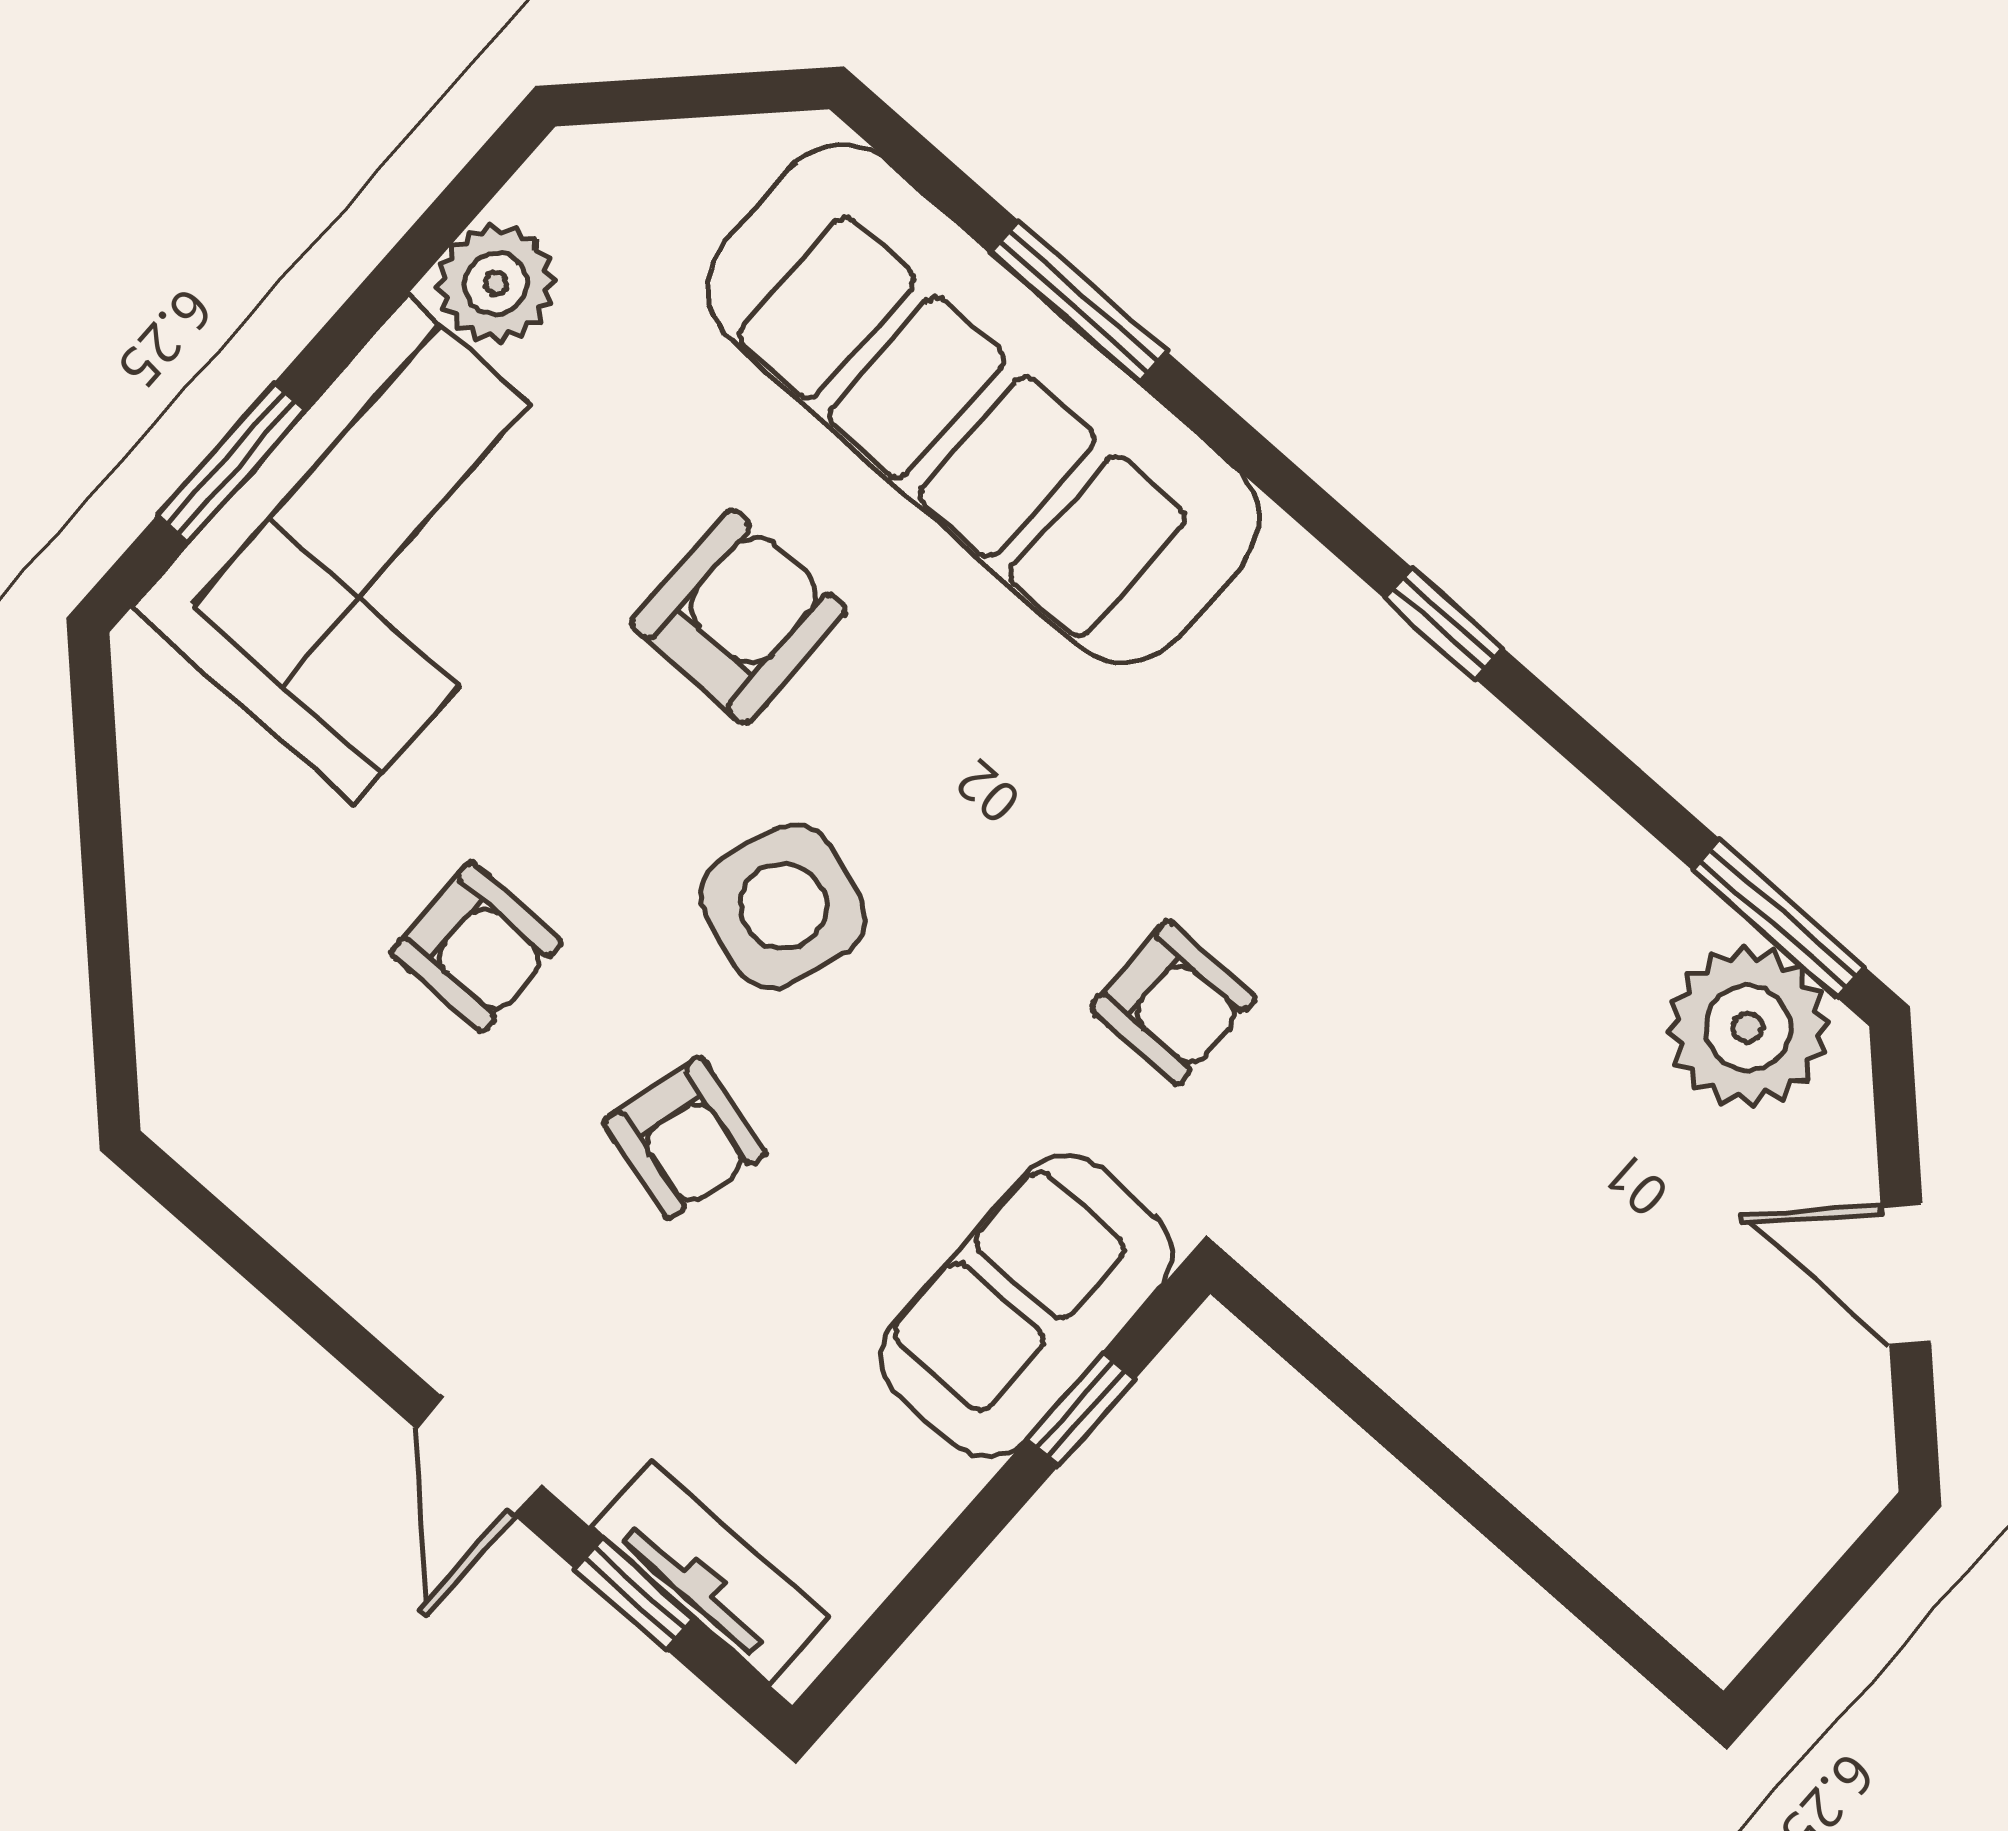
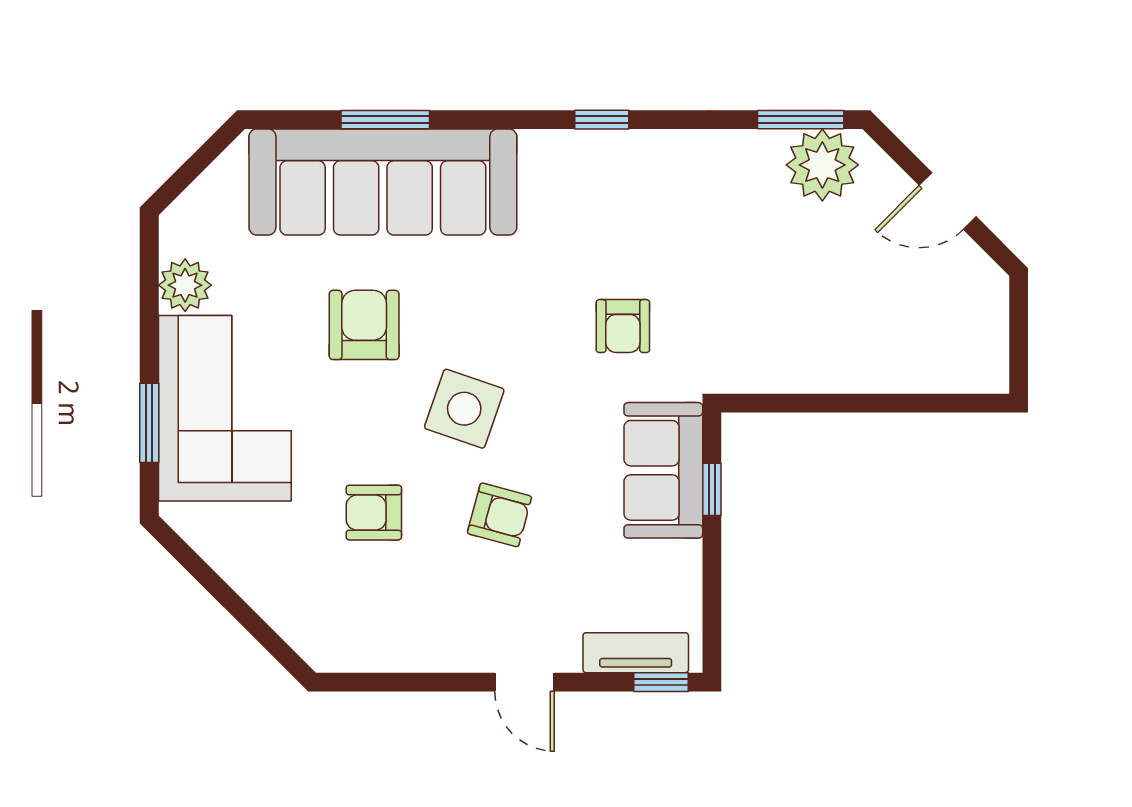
armchair: (476, 947) -> (374, 513), turned 180
armchair: (1173, 1003) -> (623, 326), turned 90
window: (634, 1594) -> (661, 682), moved

